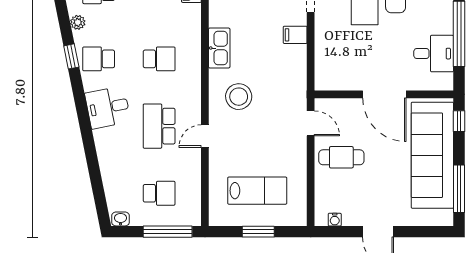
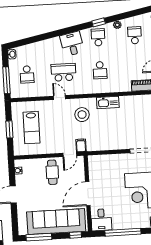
filing cabinet: (295, 35) -> (81, 145), moved
desk: (434, 54) -> (101, 220), moved

